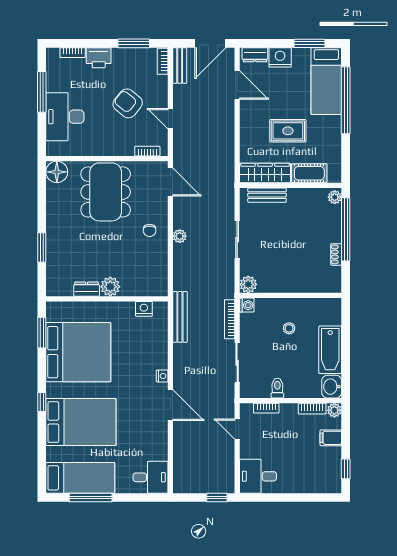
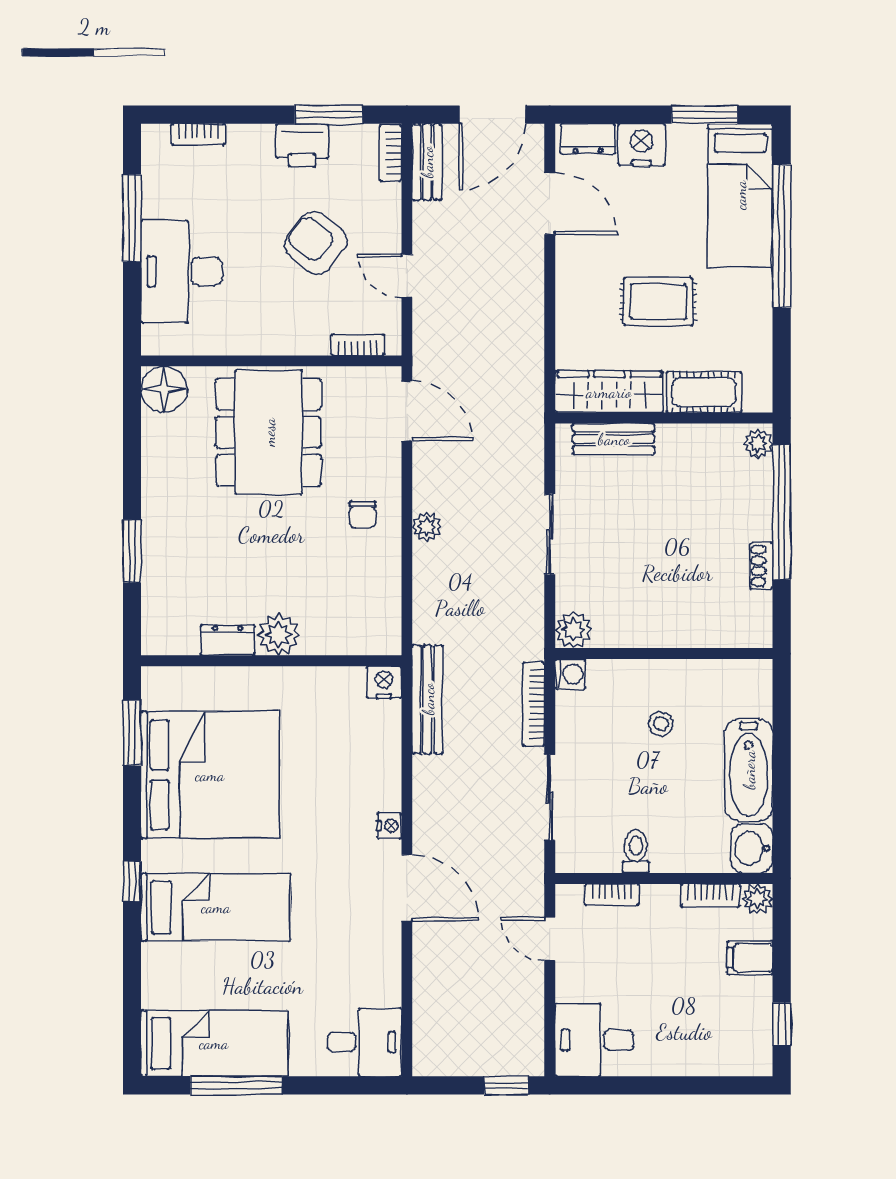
printer: (99, 58) -> (302, 145), moved
nightstand: (144, 309) -> (384, 682), moved
bed: (81, 422) -> (216, 907), width x0.67

